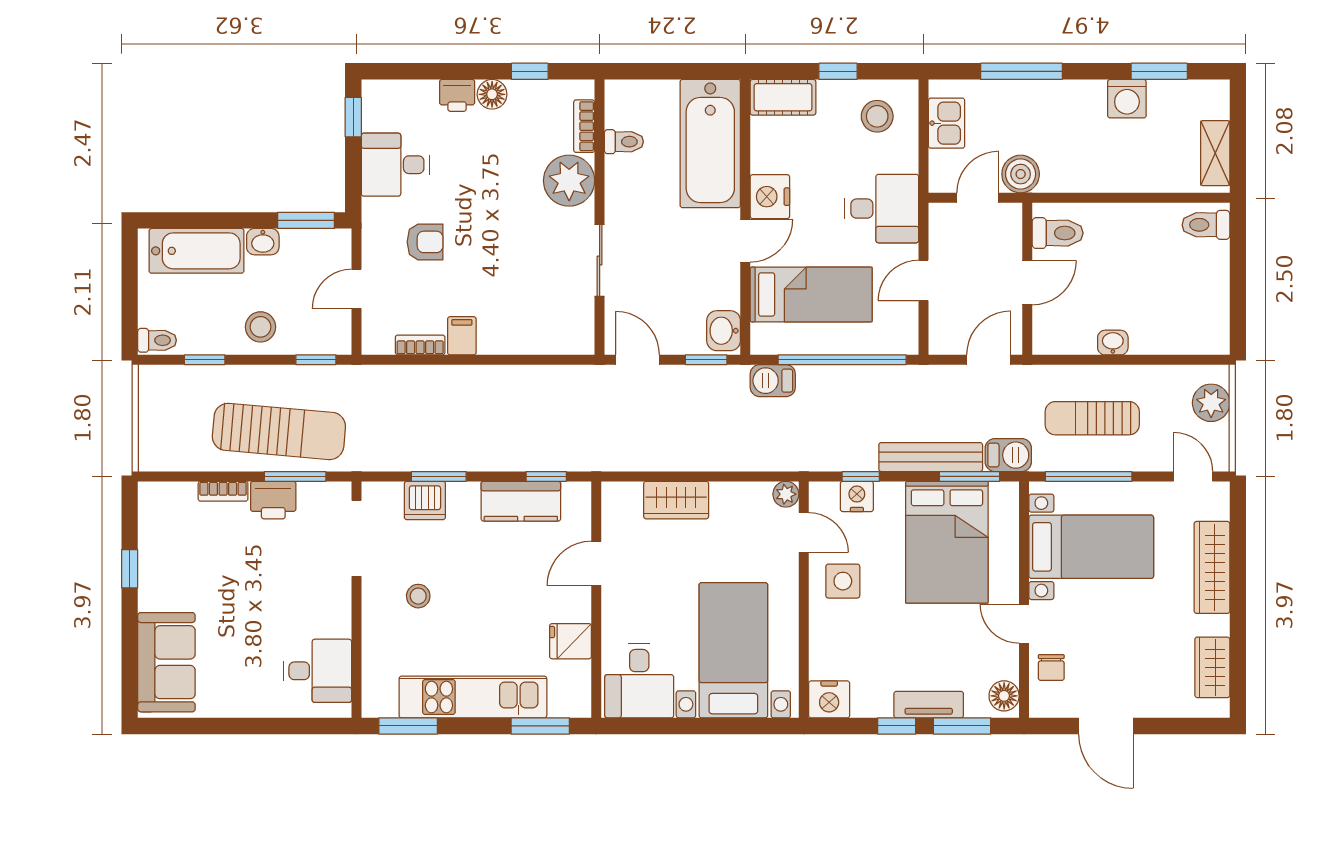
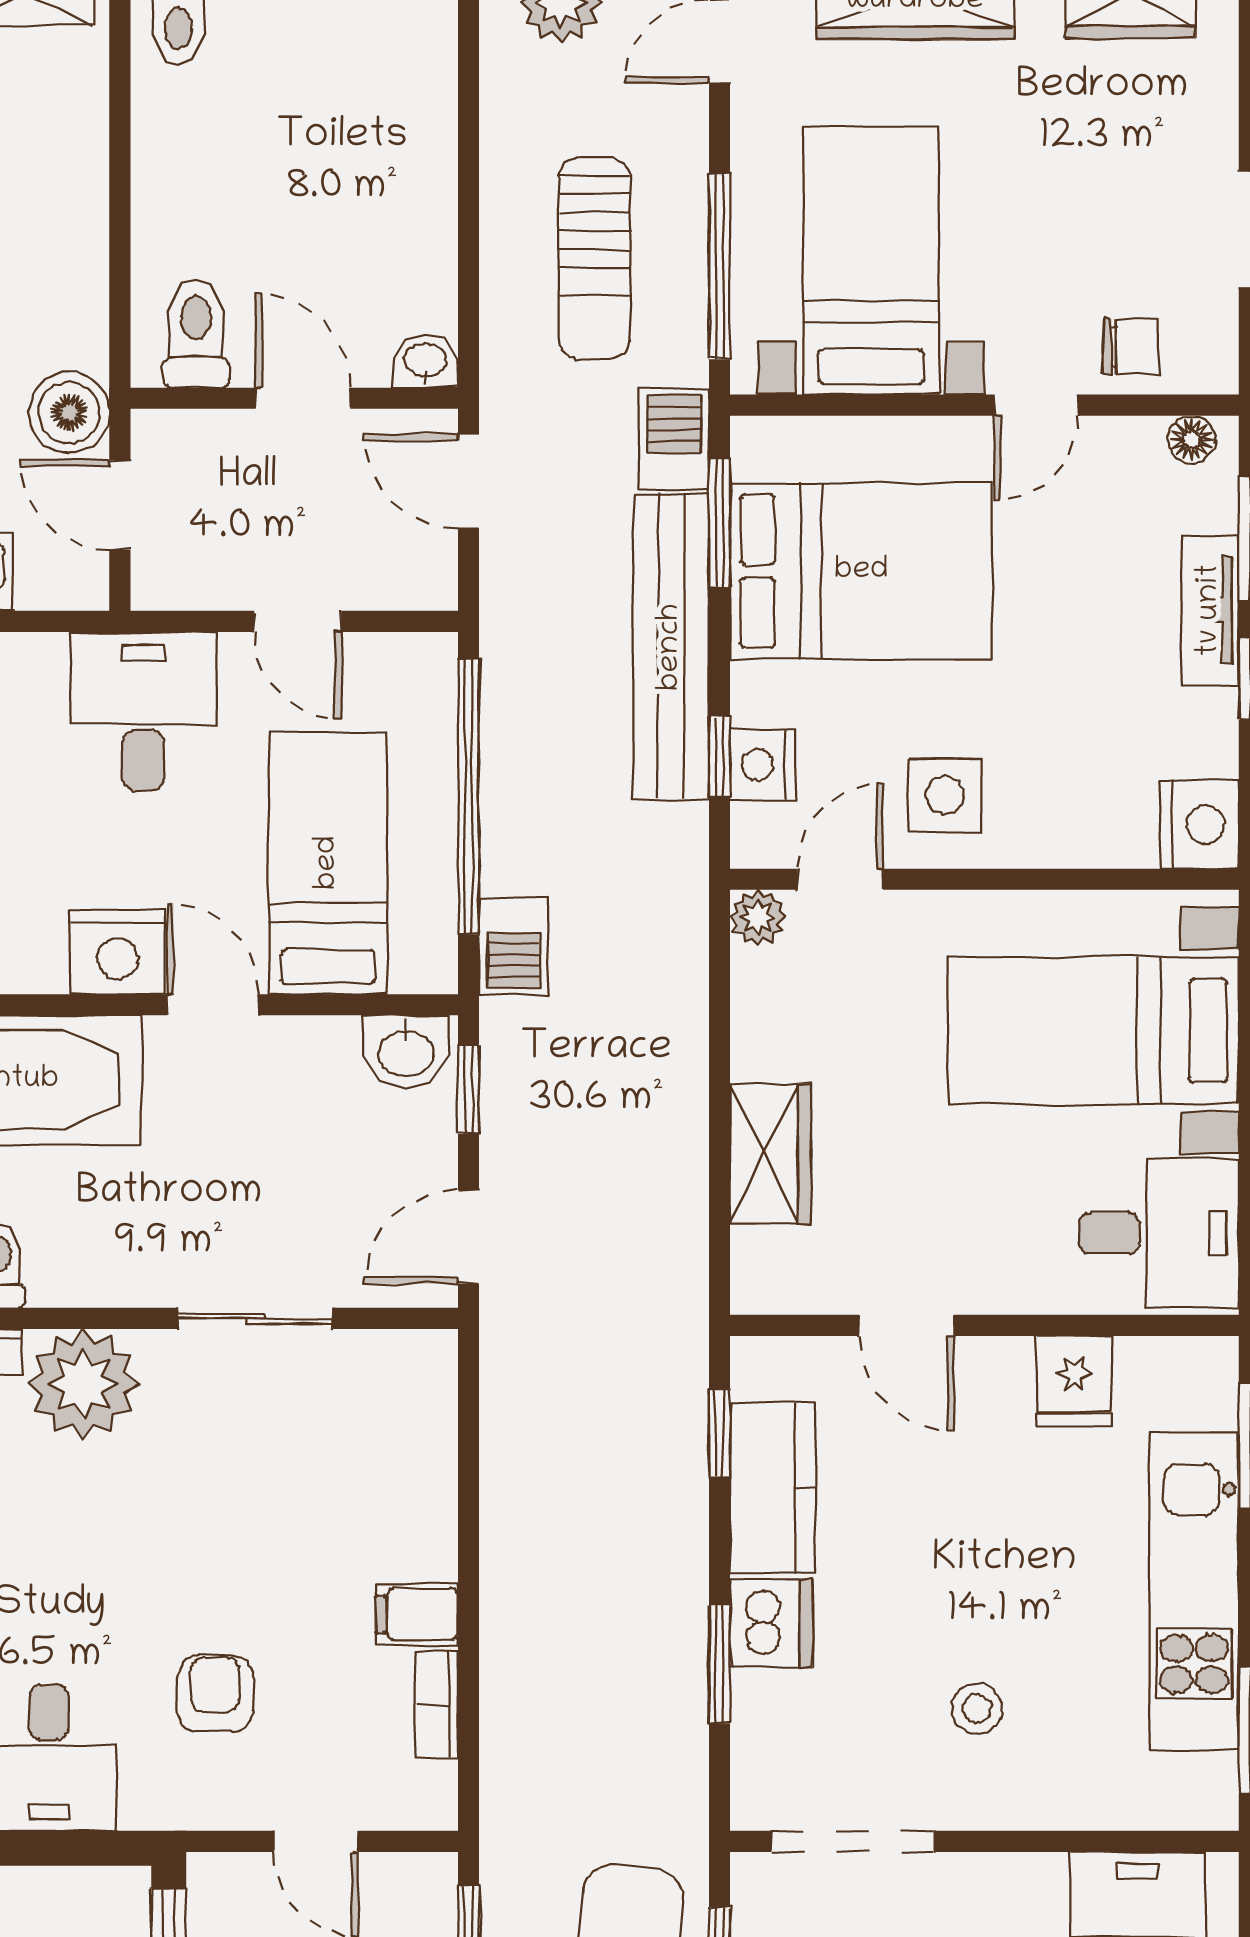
washbasin: (1113, 343) -> (425, 361), moved, turned 90
bench: (931, 457) -> (671, 647), width x1.37, depth x1.21
dishwasher: (425, 500) -> (771, 1623), moved
floor lamp: (1004, 696) -> (1192, 439), width x0.73, depth x0.73

